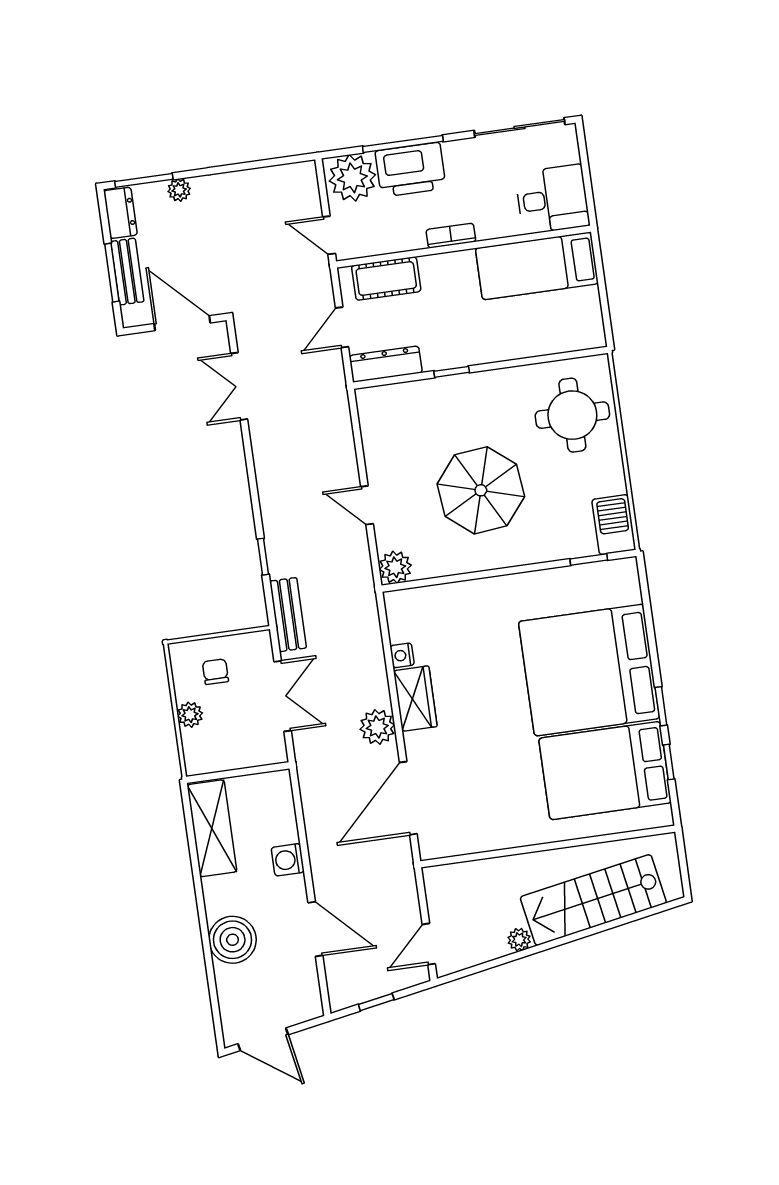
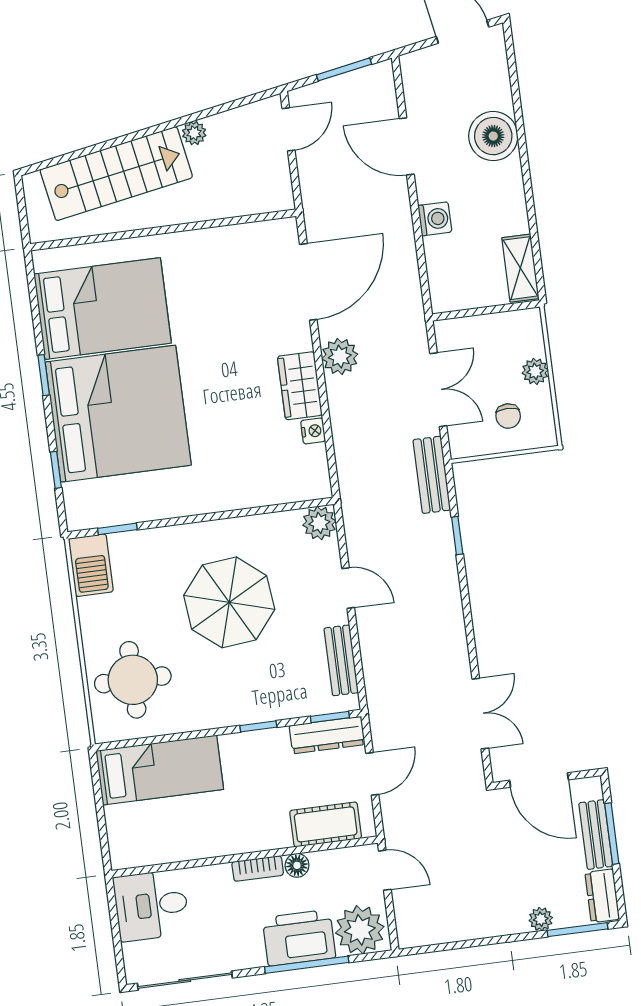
floor lamp: (413, 239) -> (297, 865), added
bed: (537, 266) -> (160, 770), moved
window: (383, 381) -> (330, 717), added
bench: (373, 436) -> (341, 660), added
double door: (283, 696) -> (438, 390), swing flipped
window: (669, 762) -> (56, 470), moved
shelving: (212, 828) -> (520, 268), width x0.67, depth x0.75
window: (376, 1002) -> (344, 69), width x1.50

